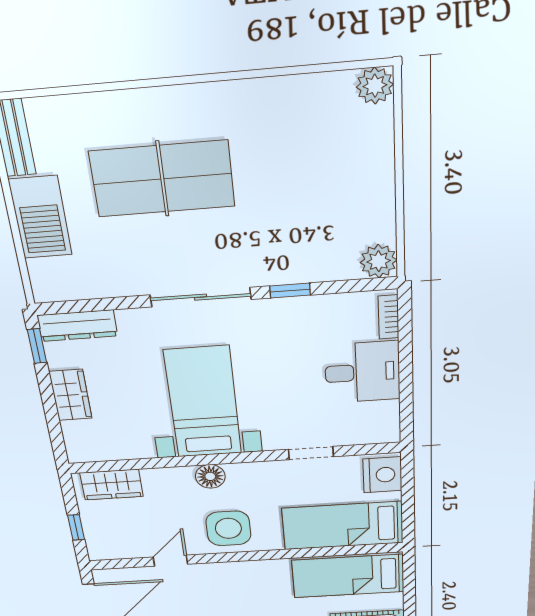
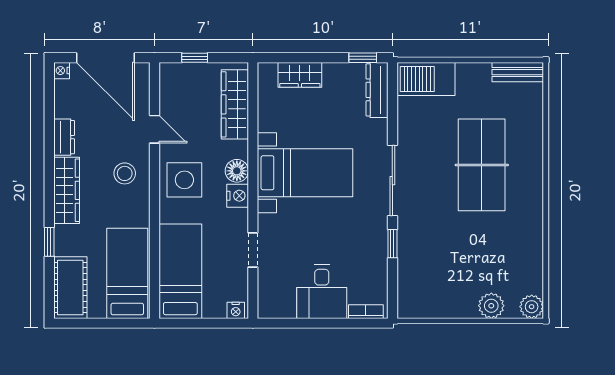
barbecue: (40, 217) -> (426, 79), moved
plant: (379, 261) -> (491, 306), moved
wardrobe: (71, 395) -> (300, 75), moved
nightstand: (242, 474) -> (238, 196), added
nightstand: (382, 475) -> (236, 310), width x0.53, depth x0.56
wardrobe: (112, 485) -> (235, 104), width x1.50
stool: (228, 585) -> (125, 173), added

